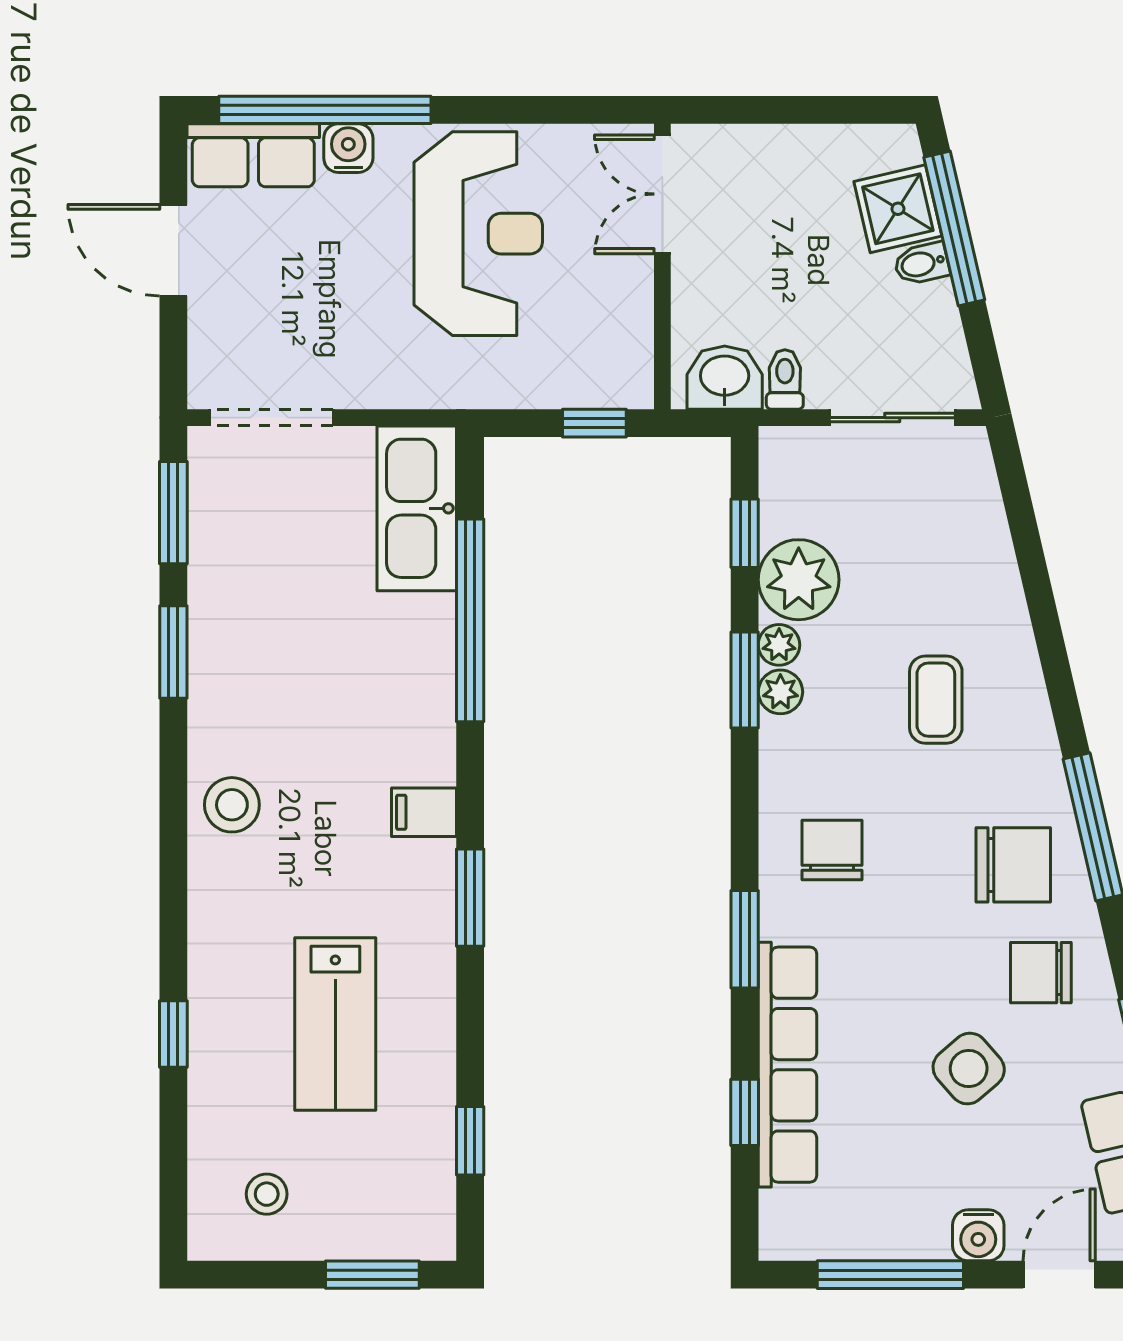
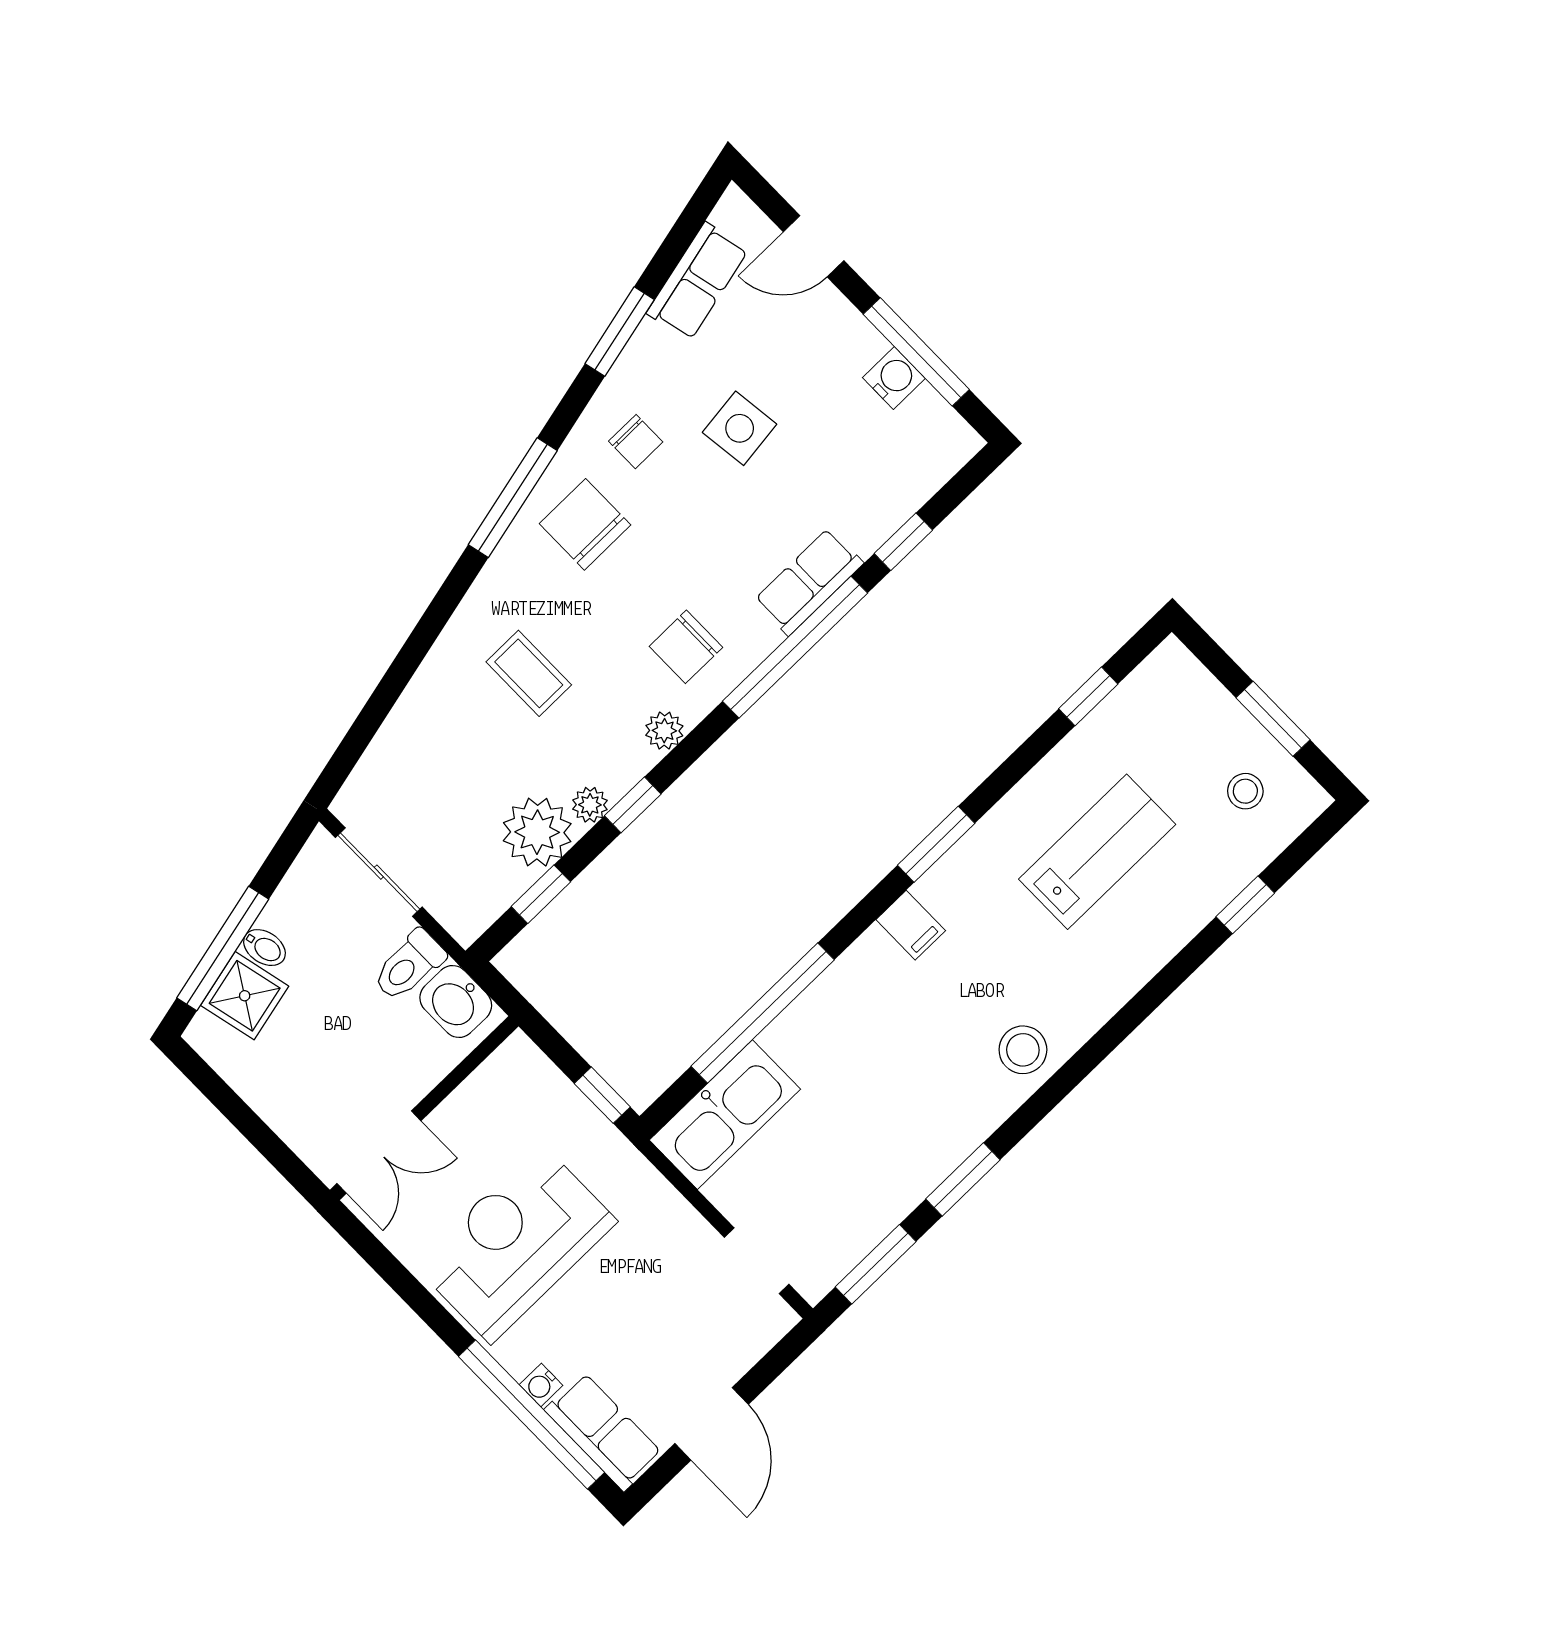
water cooler: (348, 148) -> (541, 1385), width x0.72, depth x0.72
toilet: (785, 379) -> (409, 965), width x1.37, depth x1.39
doorway: (271, 418) -> (757, 1261), width x0.73
window: (594, 423) -> (602, 1095), moved
window: (745, 680) -> (633, 805), width x0.67
plant: (780, 692) -> (664, 731), moved
coffee table: (936, 700) -> (529, 673), turned 90
window: (745, 939) -> (795, 647), width x2.11
chair: (1041, 973) -> (636, 442), width x0.73, depth x0.73
window: (173, 1034) -> (1245, 905), moved
row of seats: (788, 1065) -> (809, 582), width x0.50
side table: (969, 1069) -> (740, 428), turned 34
water cooler: (978, 1235) -> (894, 378), moved
window: (372, 1275) -> (1273, 719), moved

